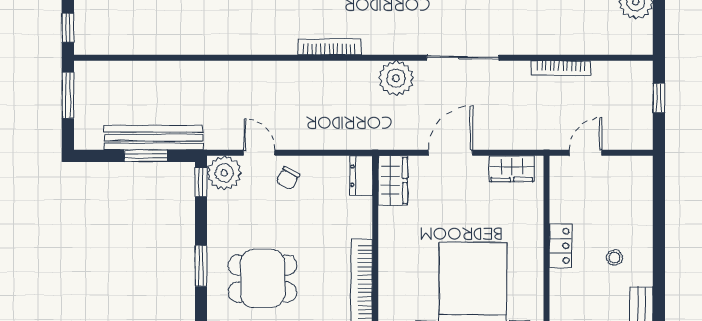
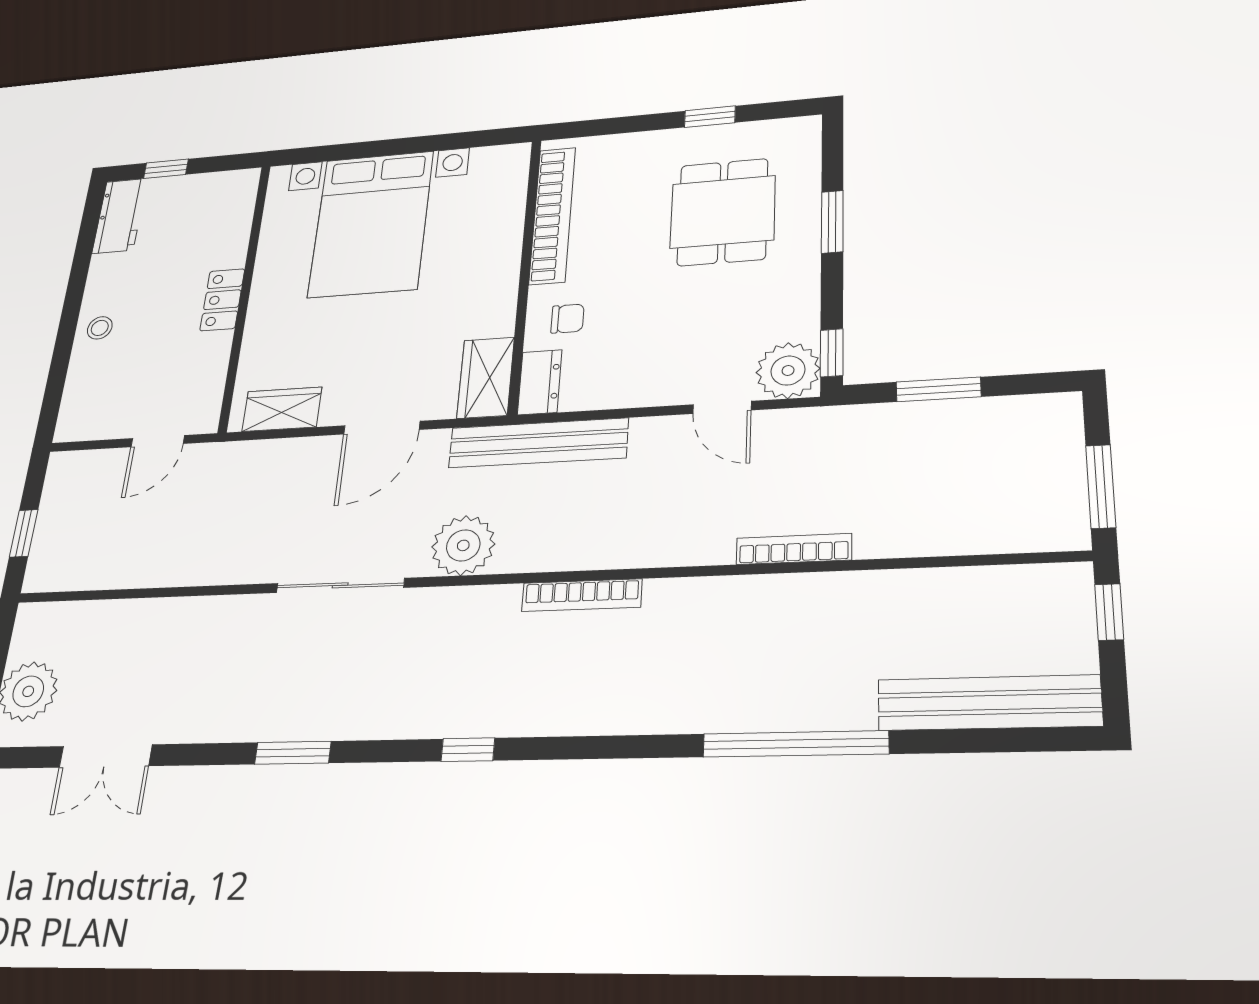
bookcase: (561, 68) -> (794, 549), moved
bench: (153, 138) -> (538, 443), moved
chair: (288, 178) -> (567, 319), moved, turned 62
stool: (614, 258) -> (100, 328), moved
dining table: (262, 279) -> (723, 212), turned 90

